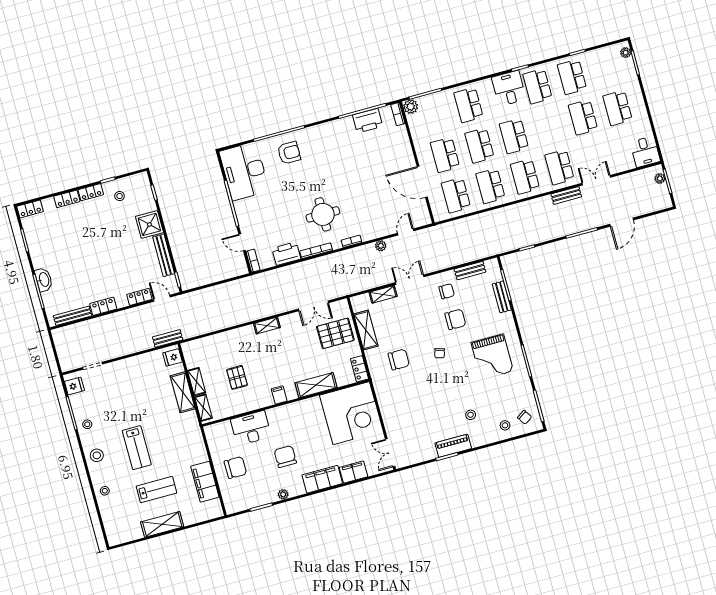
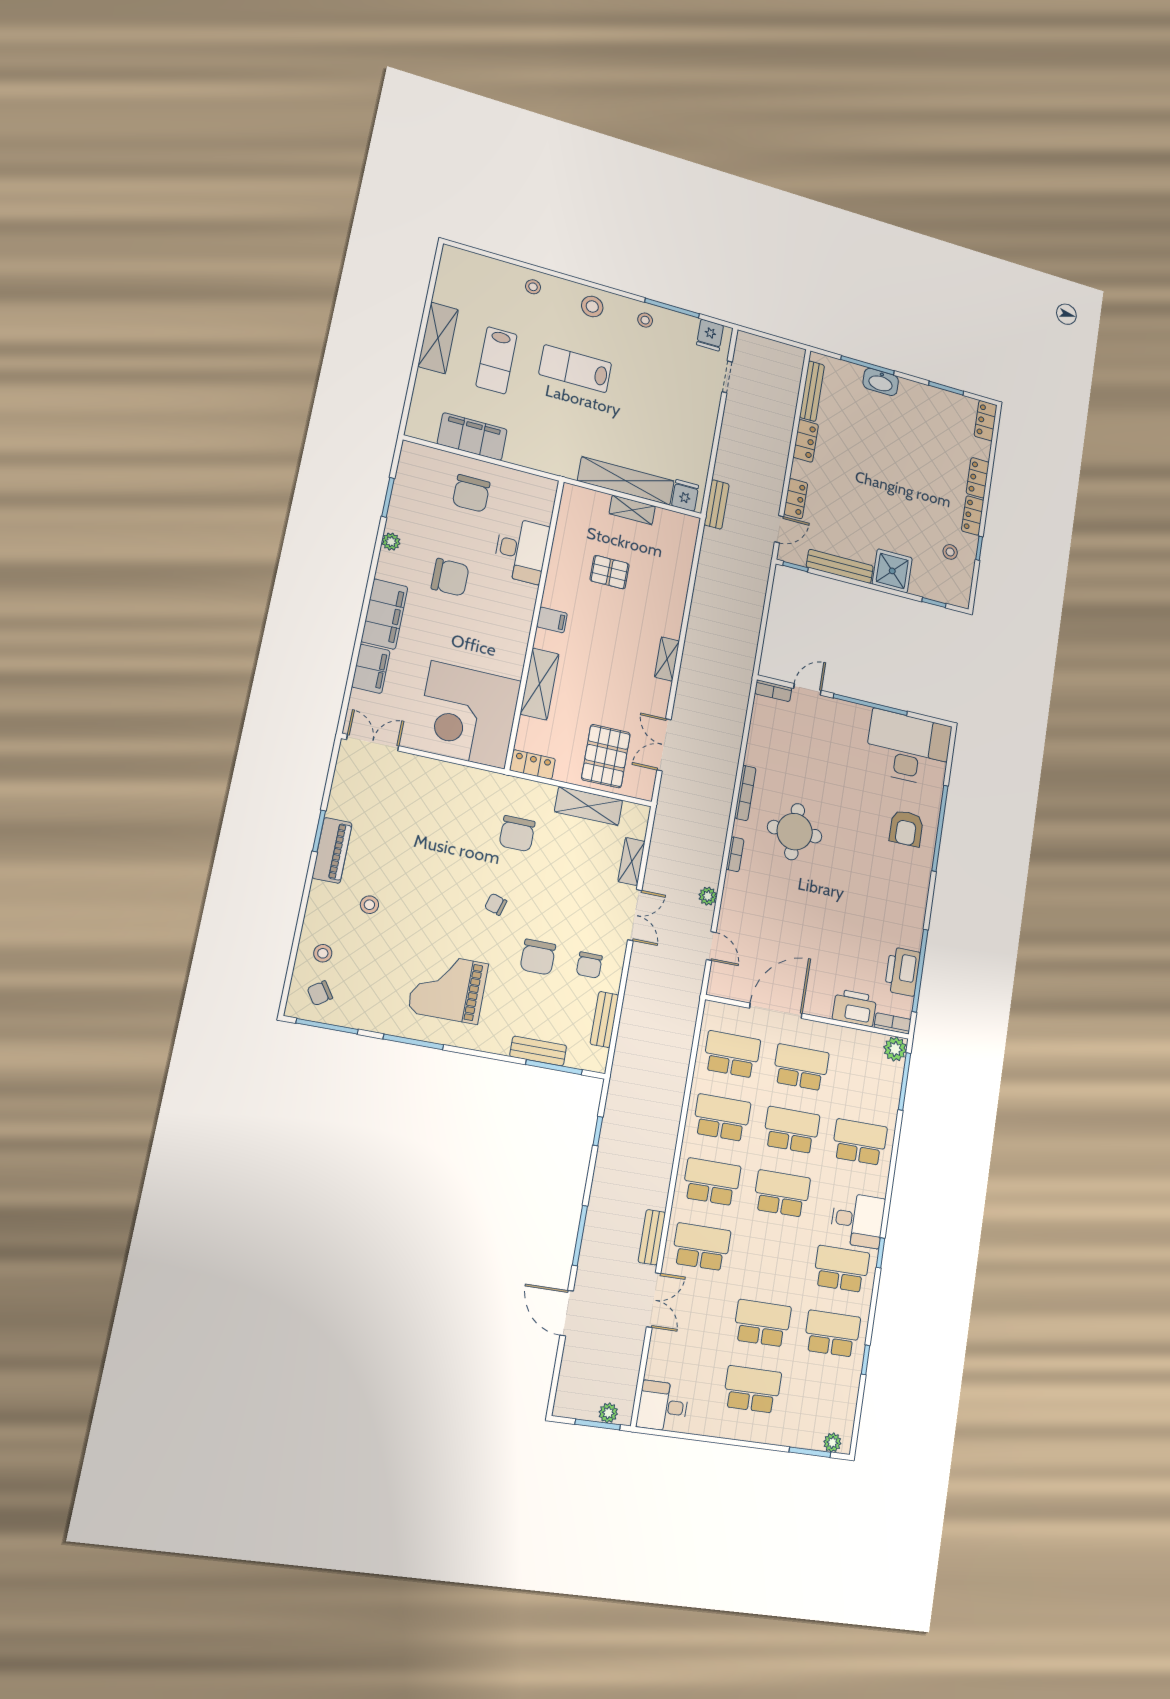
printer: (286, 254) -> (855, 1008), moved, turned -90
shelving: (183, 392) -> (626, 481), width x1.47
shelving: (203, 408) -> (588, 498), removed

